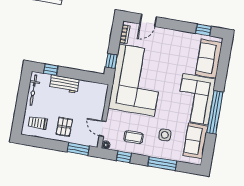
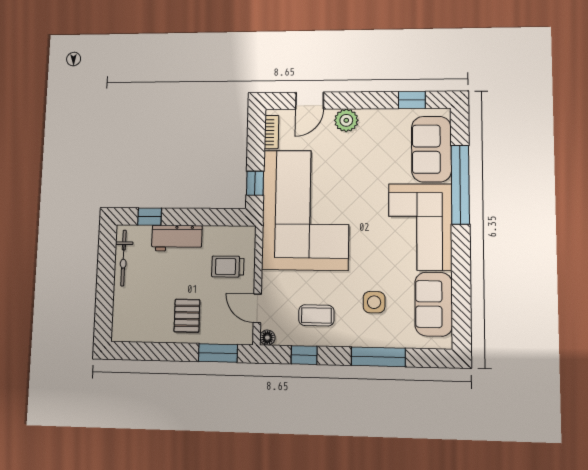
plant: (166, 35) -> (346, 120), added
window: (215, 112) -> (460, 185), moved
trolley: (38, 123) -> (228, 267), moved

